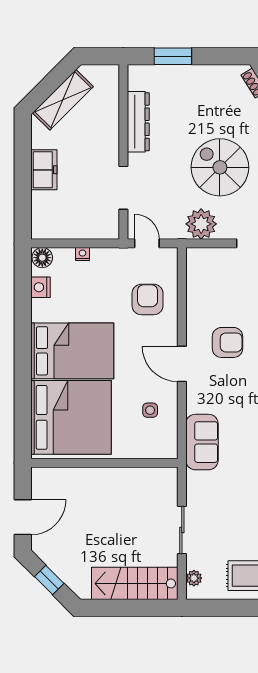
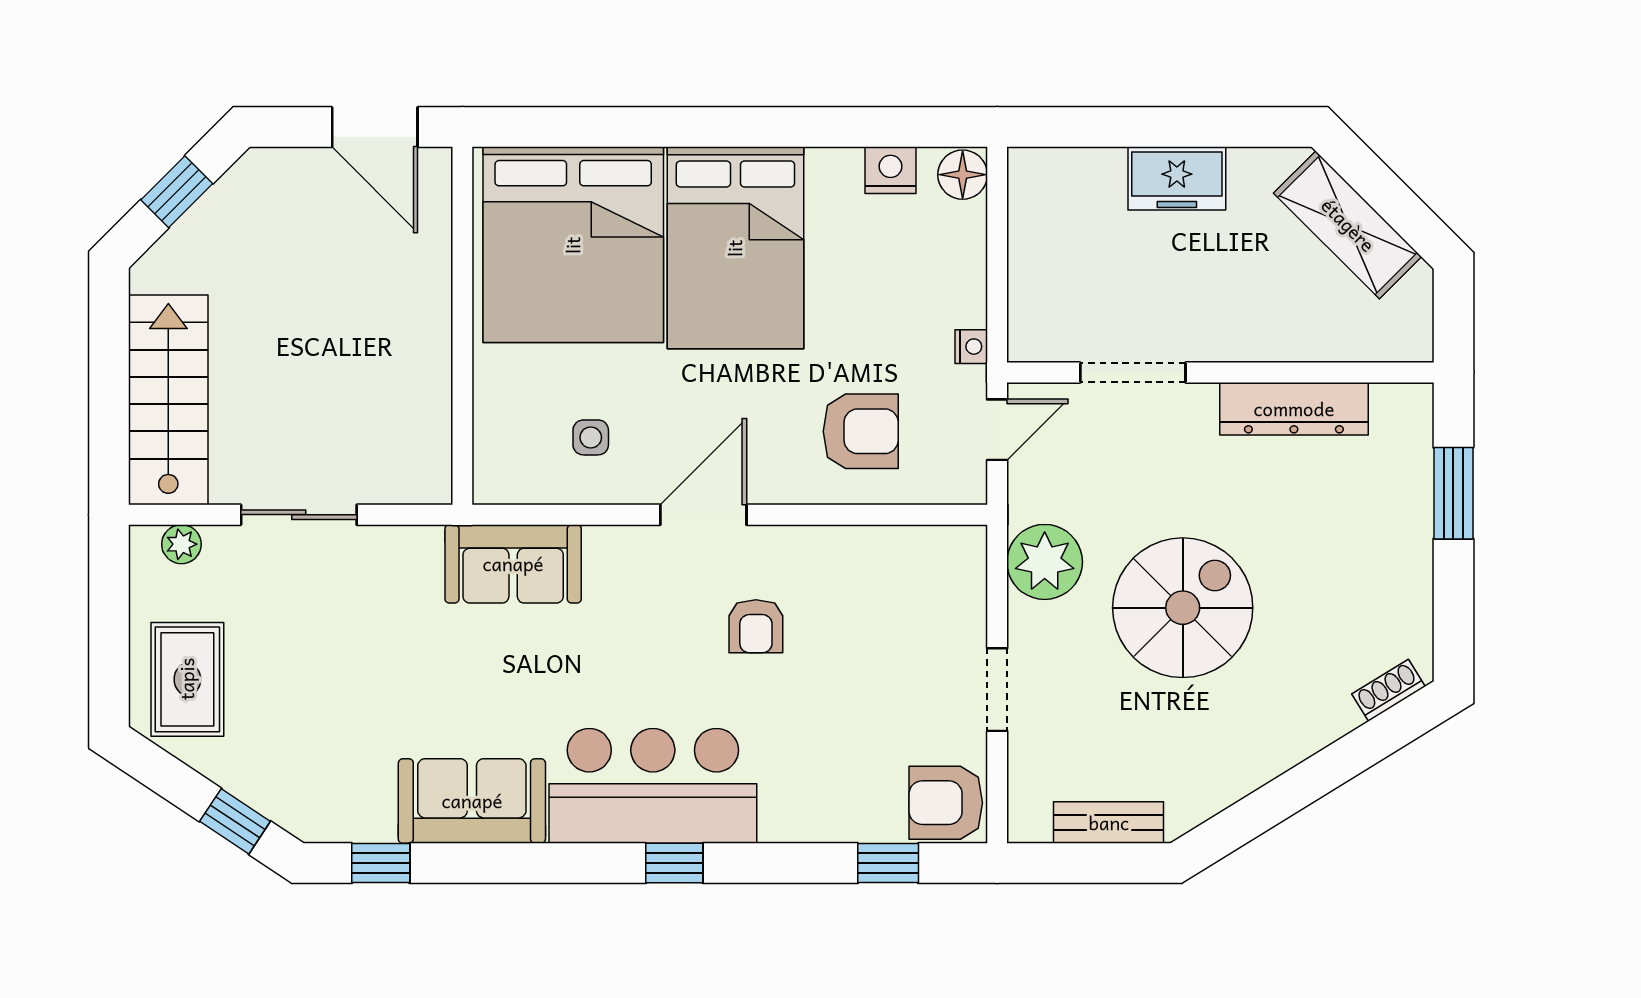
nightstand: (83, 254) -> (971, 347), moved
armchair: (228, 342) -> (756, 626), width x0.72, depth x0.72
door: (23, 517) -> (375, 127), moved

